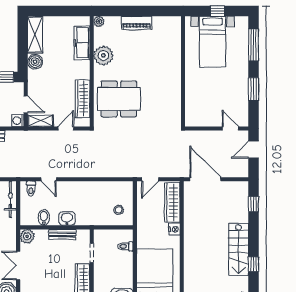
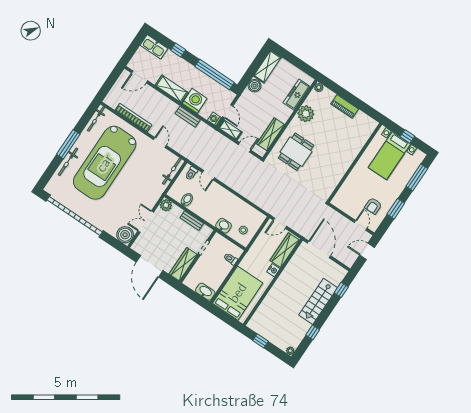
dining table: (119, 99) -> (296, 152), width x0.73
armchair: (230, 101) -> (373, 206), added
washbasin: (67, 219) -> (224, 226), moved
stairs: (239, 249) -> (318, 301), moved

